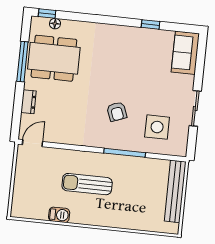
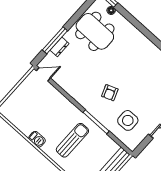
window: (22, 62) -> (55, 40), moved
sun lounger: (87, 184) -> (72, 140), moved, turned 90
barbecue: (59, 215) -> (37, 139), moved

